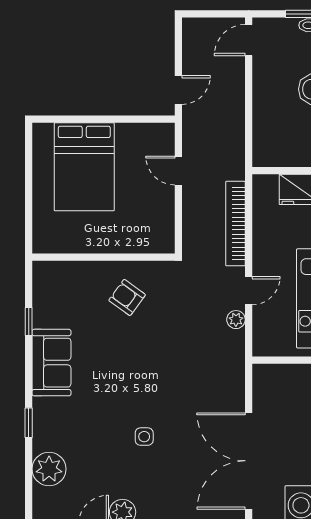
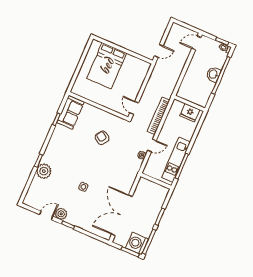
door: (178, 171) -> (134, 108), moved
armchair: (127, 297) -> (102, 138), moved
sofa: (51, 363) -> (70, 112), moved
plant: (49, 469) -> (44, 171), moved

